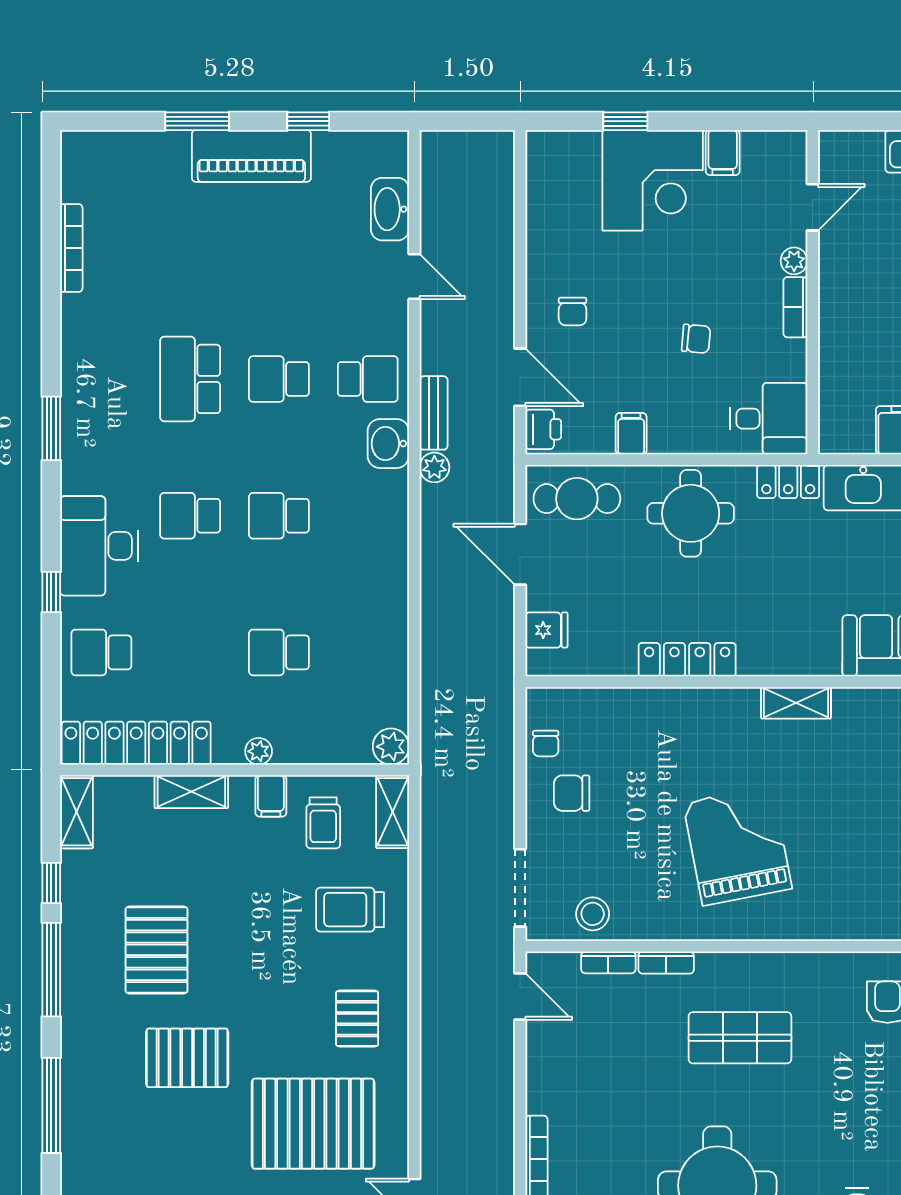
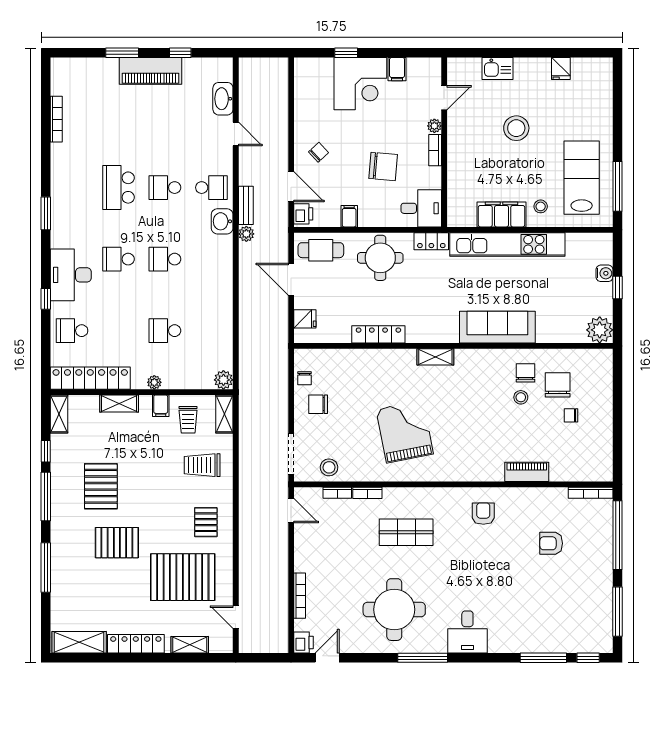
chair: (573, 311) -> (319, 152), turned -133
chair: (696, 339) -> (383, 167), width x1.87, depth x1.87

